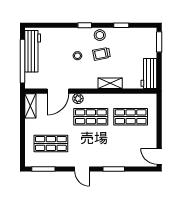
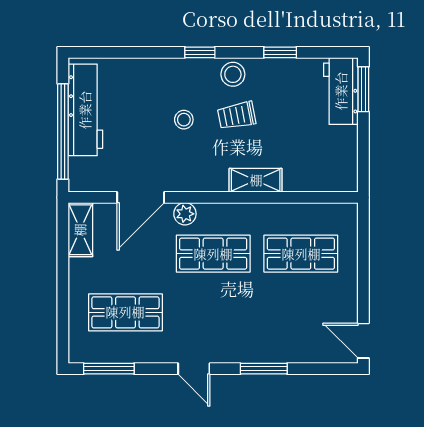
workbench: (149, 74) -> (341, 91), moved

